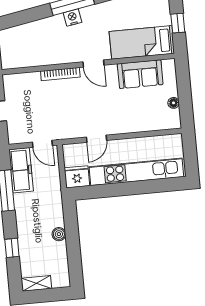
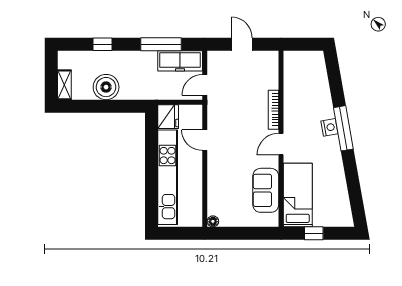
floor lamp: (174, 103) -> (213, 221), moved
boiler: (59, 234) -> (106, 87), width x1.86, depth x1.86
shelving: (36, 283) -> (64, 85), moved

